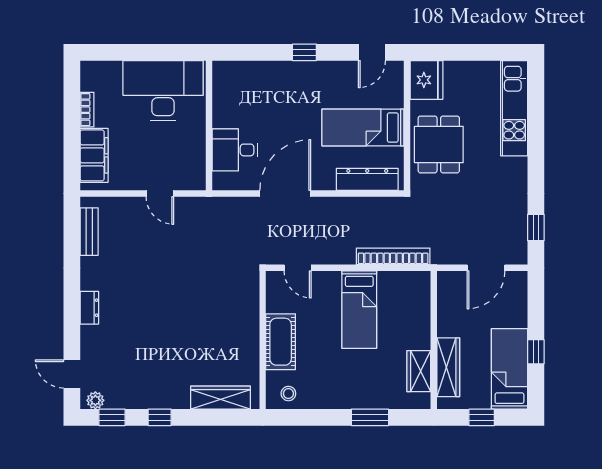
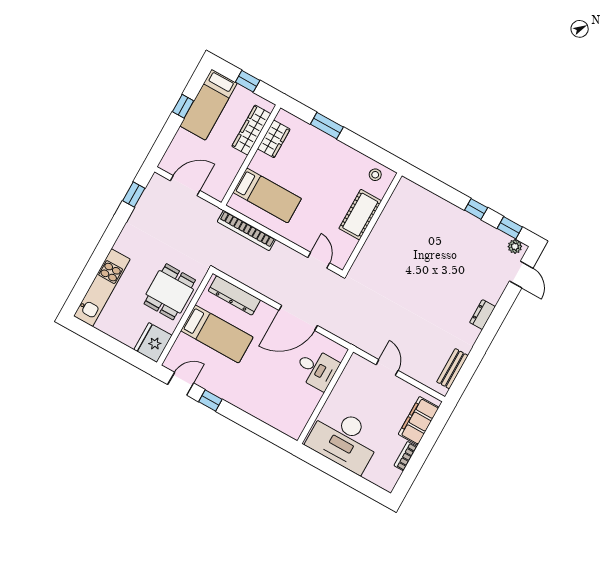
window: (304, 52) -> (210, 400), moved
bed: (359, 310) -> (267, 196), moved, turned 90
wardrobe: (221, 398) -> (425, 199), removed

